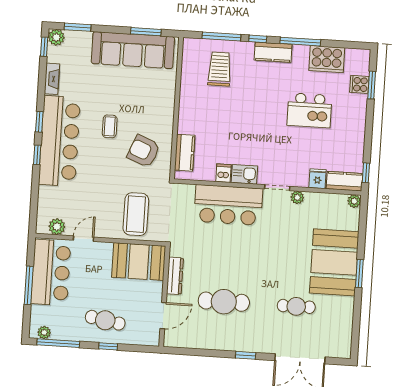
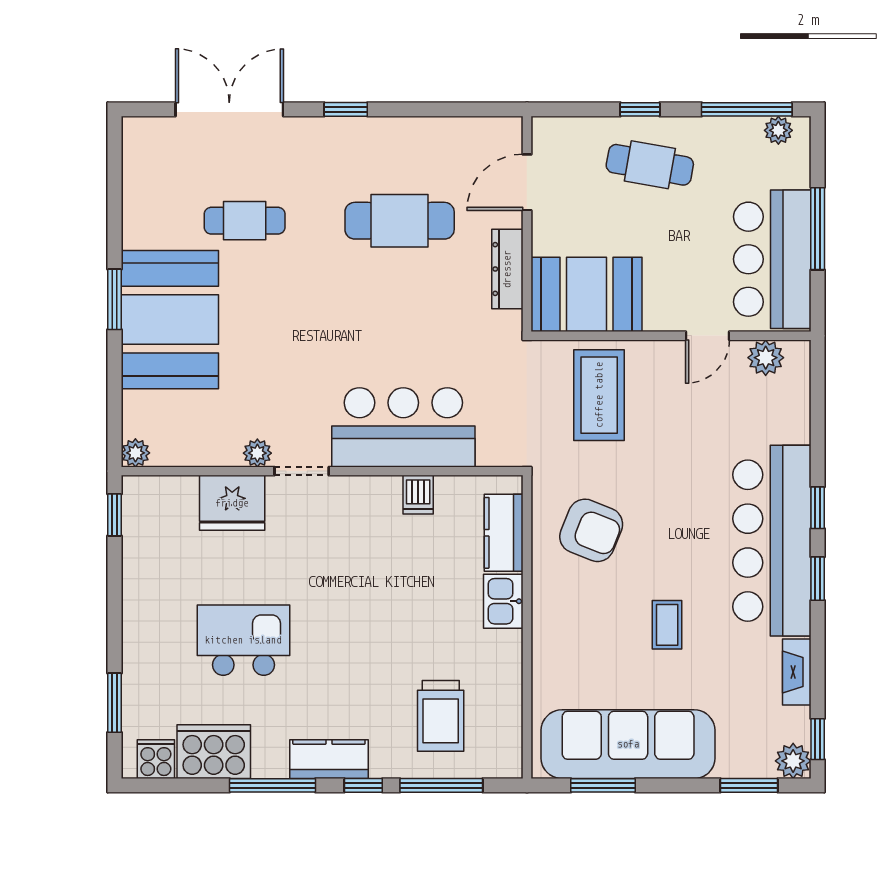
cooker: (359, 84) -> (156, 759), moved, turned -90
coffee table: (110, 126) -> (667, 625), moved
kitchen sink: (244, 174) -> (503, 601), moved, turned 90
fridge: (317, 179) -> (232, 503), width x1.88, depth x1.34
kitchen counter: (344, 181) -> (159, 494), removed

